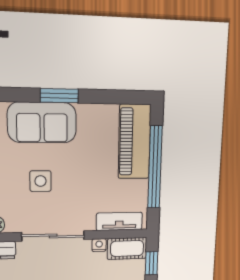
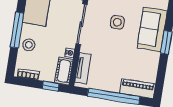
piano: (134, 142) -> (138, 89), width x0.73, depth x0.75

